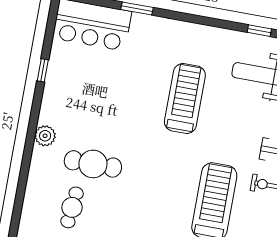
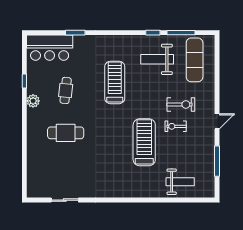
plant: (45, 136) -> (33, 101), moved
cafe table: (72, 207) -> (66, 90), moved

